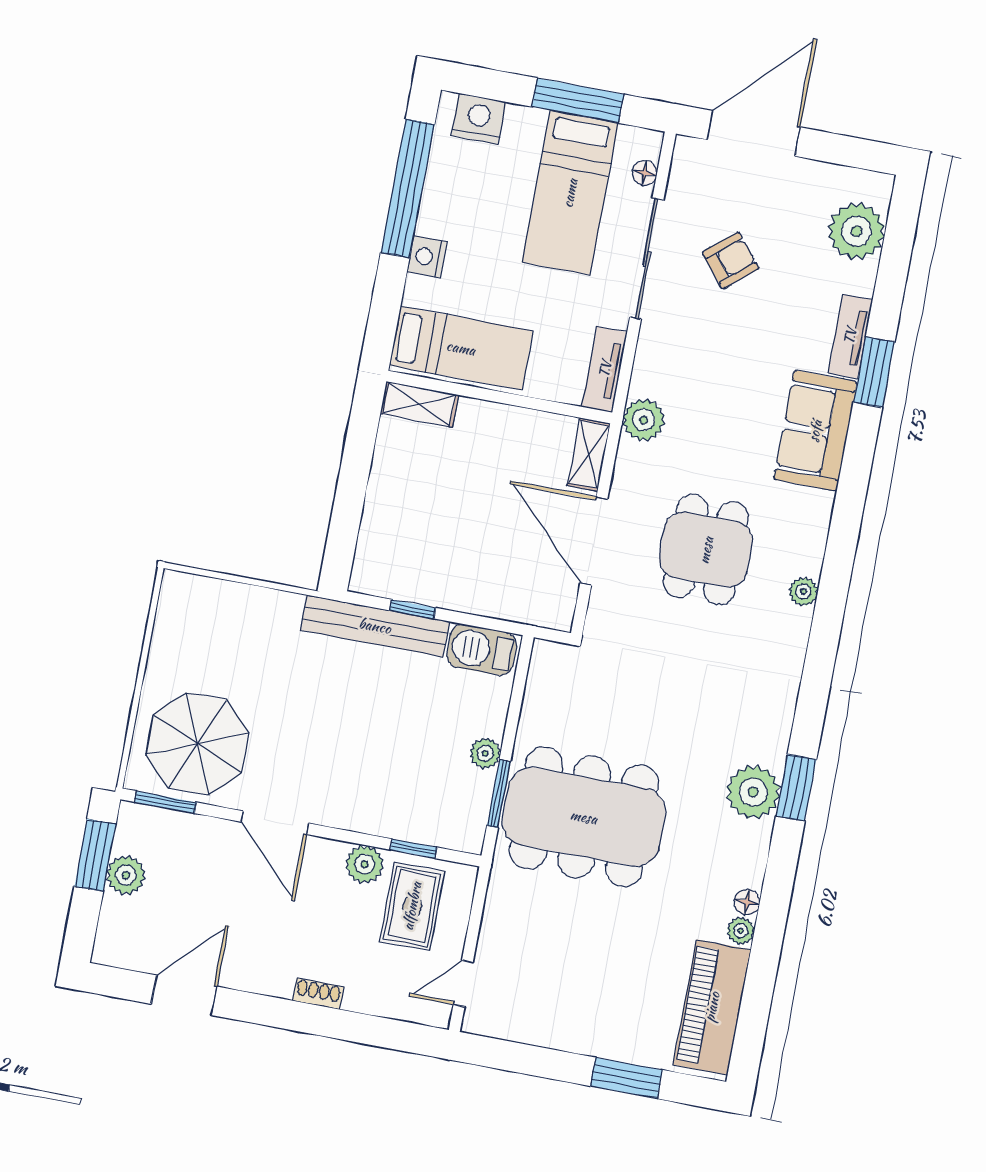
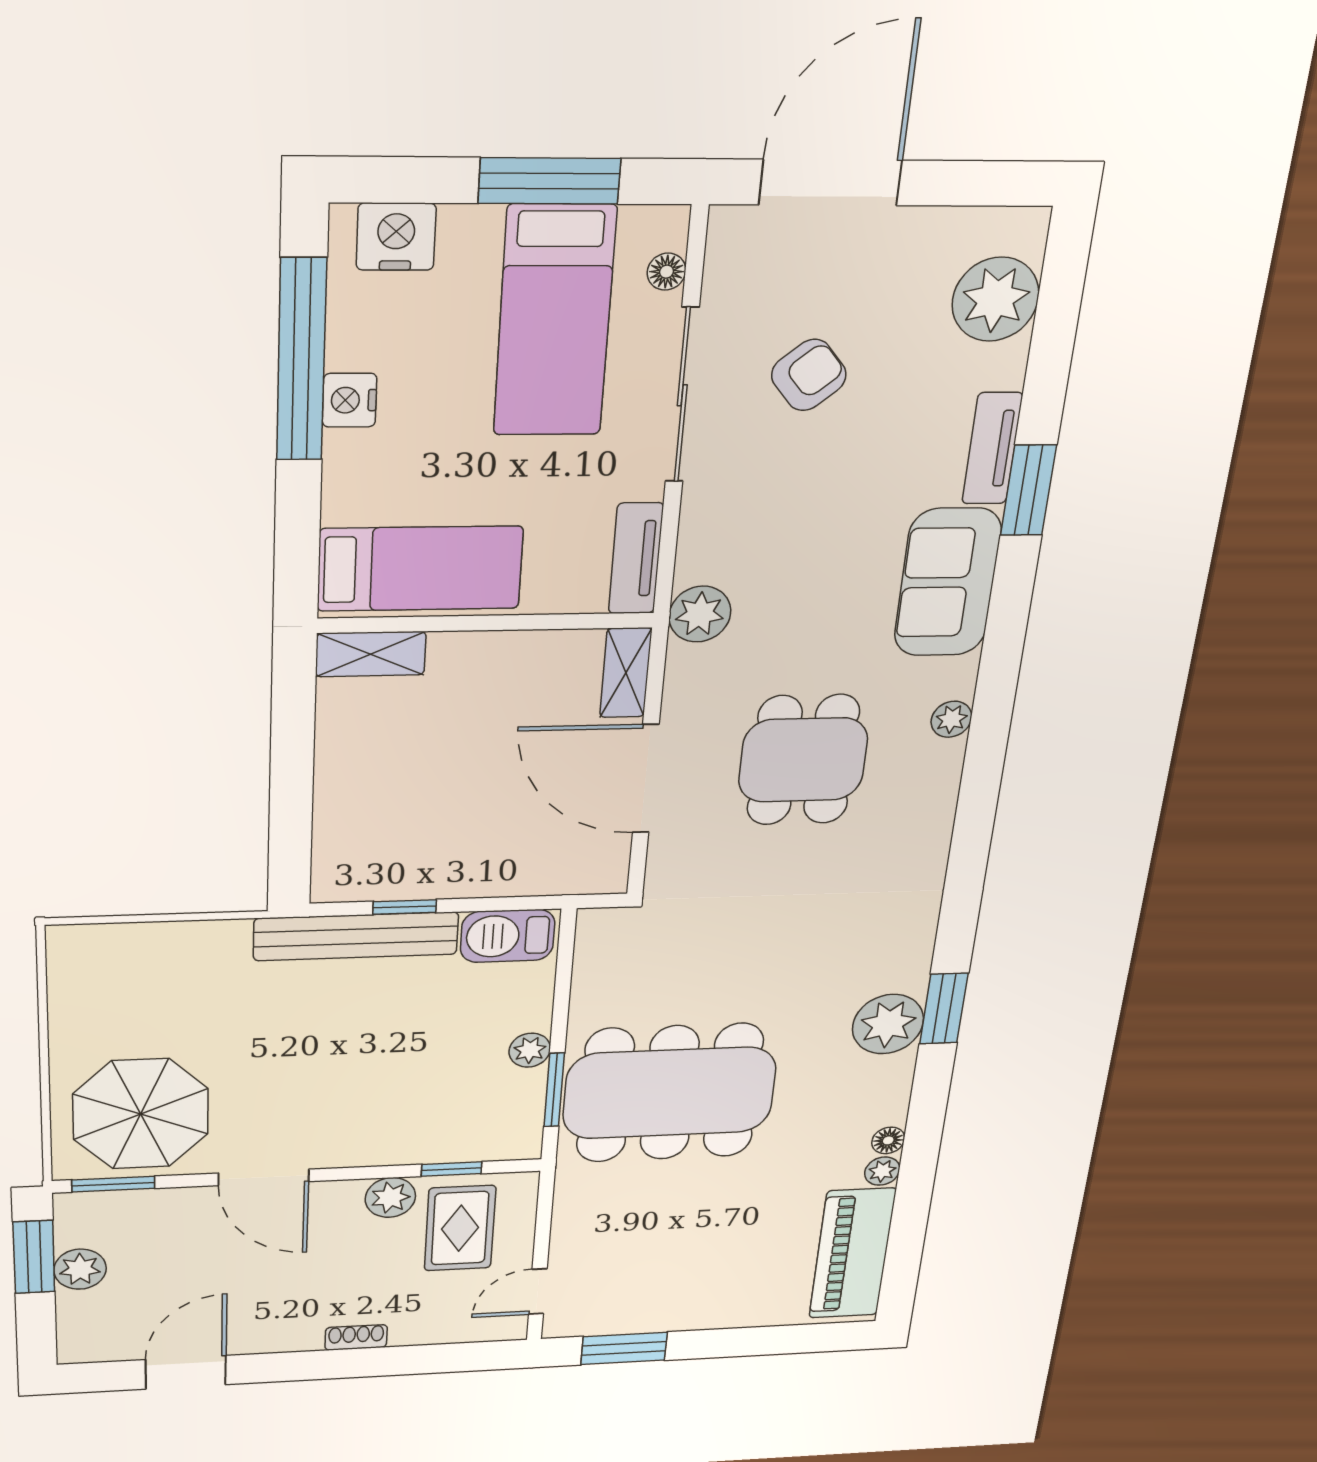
nightstand: (427, 257) -> (350, 400), moved
plant: (803, 592) -> (951, 719), moved
window: (626, 1078) -> (624, 1348), moved

